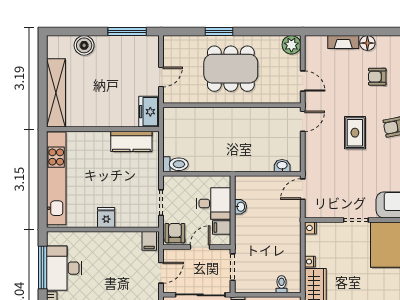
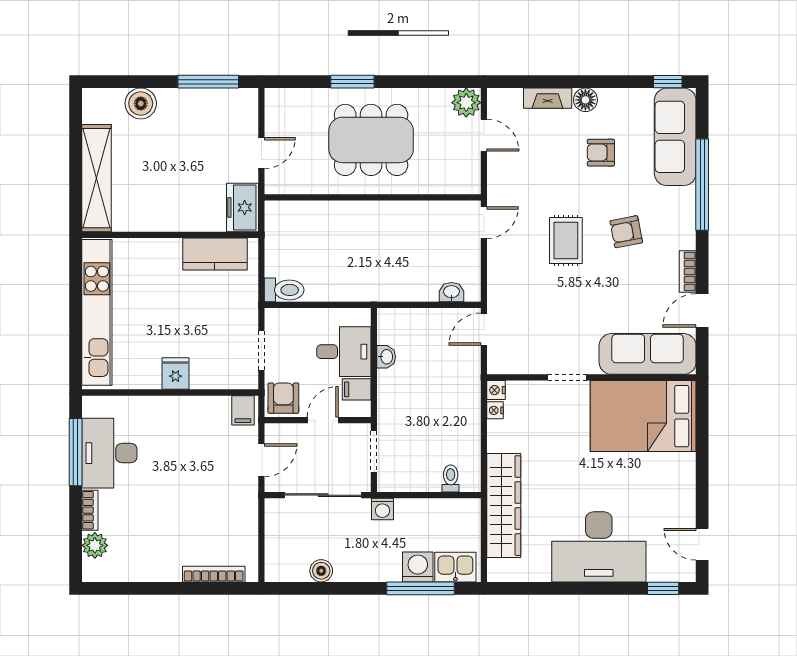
door: (303, 81) -> (484, 135), moved
nightstand: (310, 262) -> (495, 410), moved

